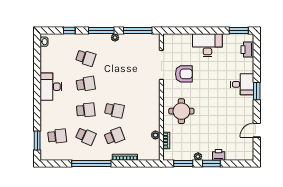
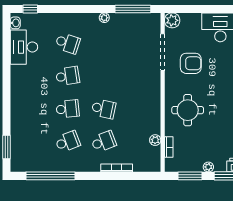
window: (69, 31) -> (30, 9), moved
window: (101, 31) -> (87, 9), removed
plant: (169, 40) -> (172, 20), added
desk: (51, 87) -> (24, 47), moved
school desk: (57, 136) -> (32, 142), removed
school desk: (86, 136) -> (68, 142), turned -45
window: (91, 164) -> (50, 176), moved

